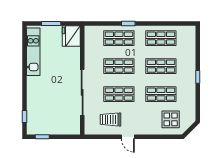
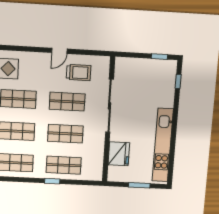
fridge: (71, 36) -> (119, 154), moved
kitchen unit: (33, 52) -> (163, 145), width x1.36
door: (128, 137) -> (59, 51), swing flipped

